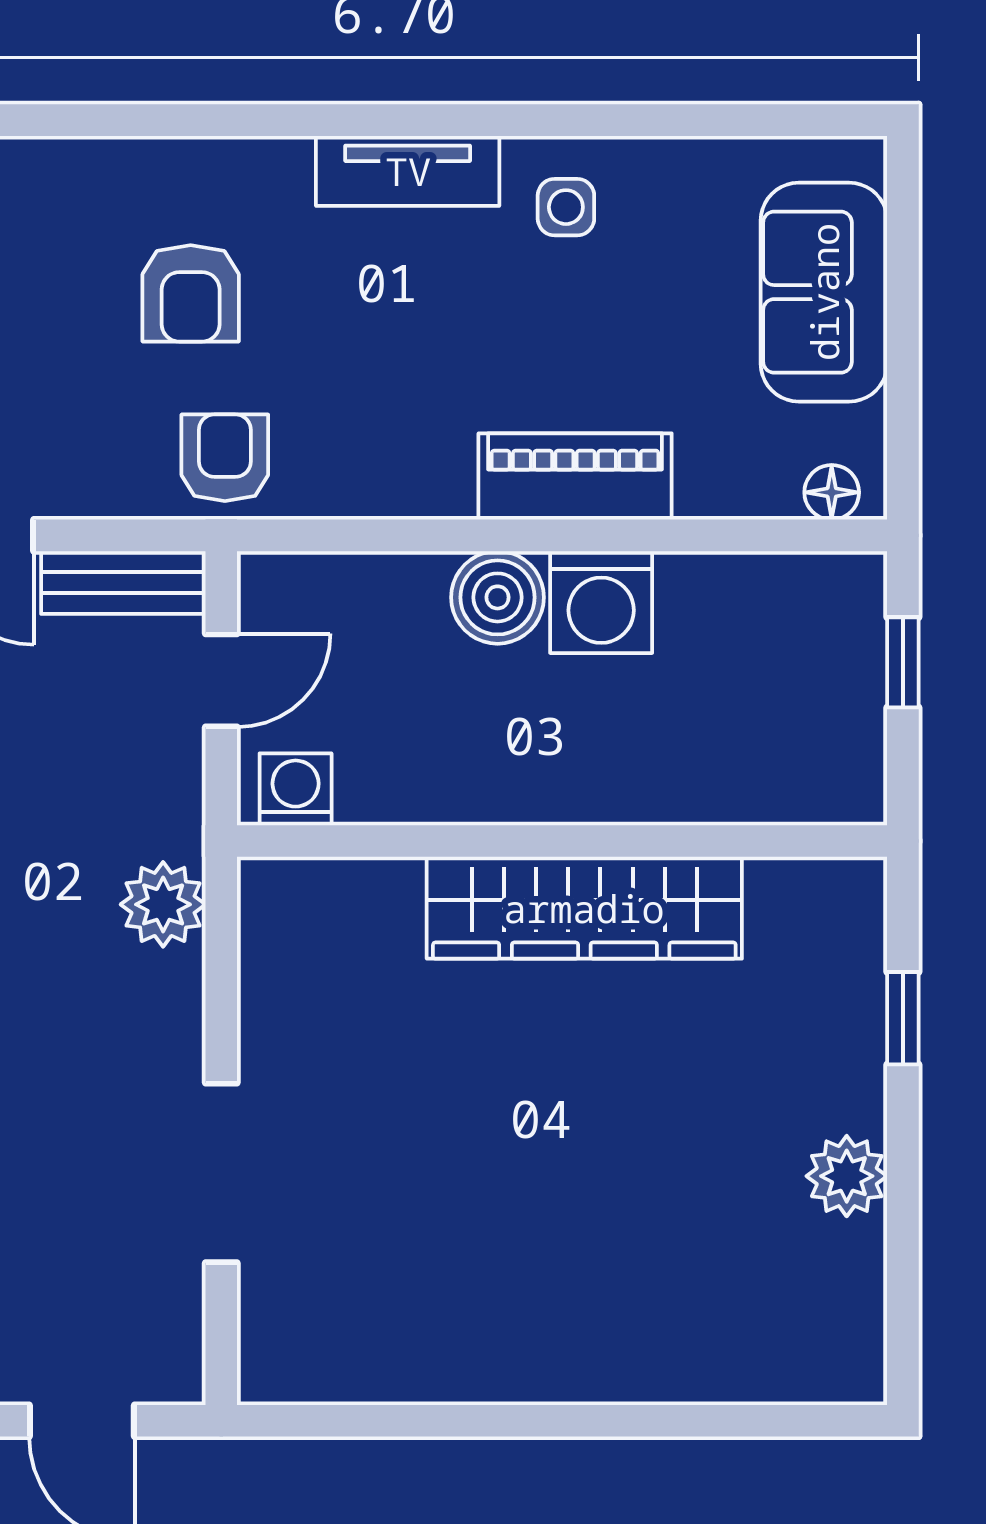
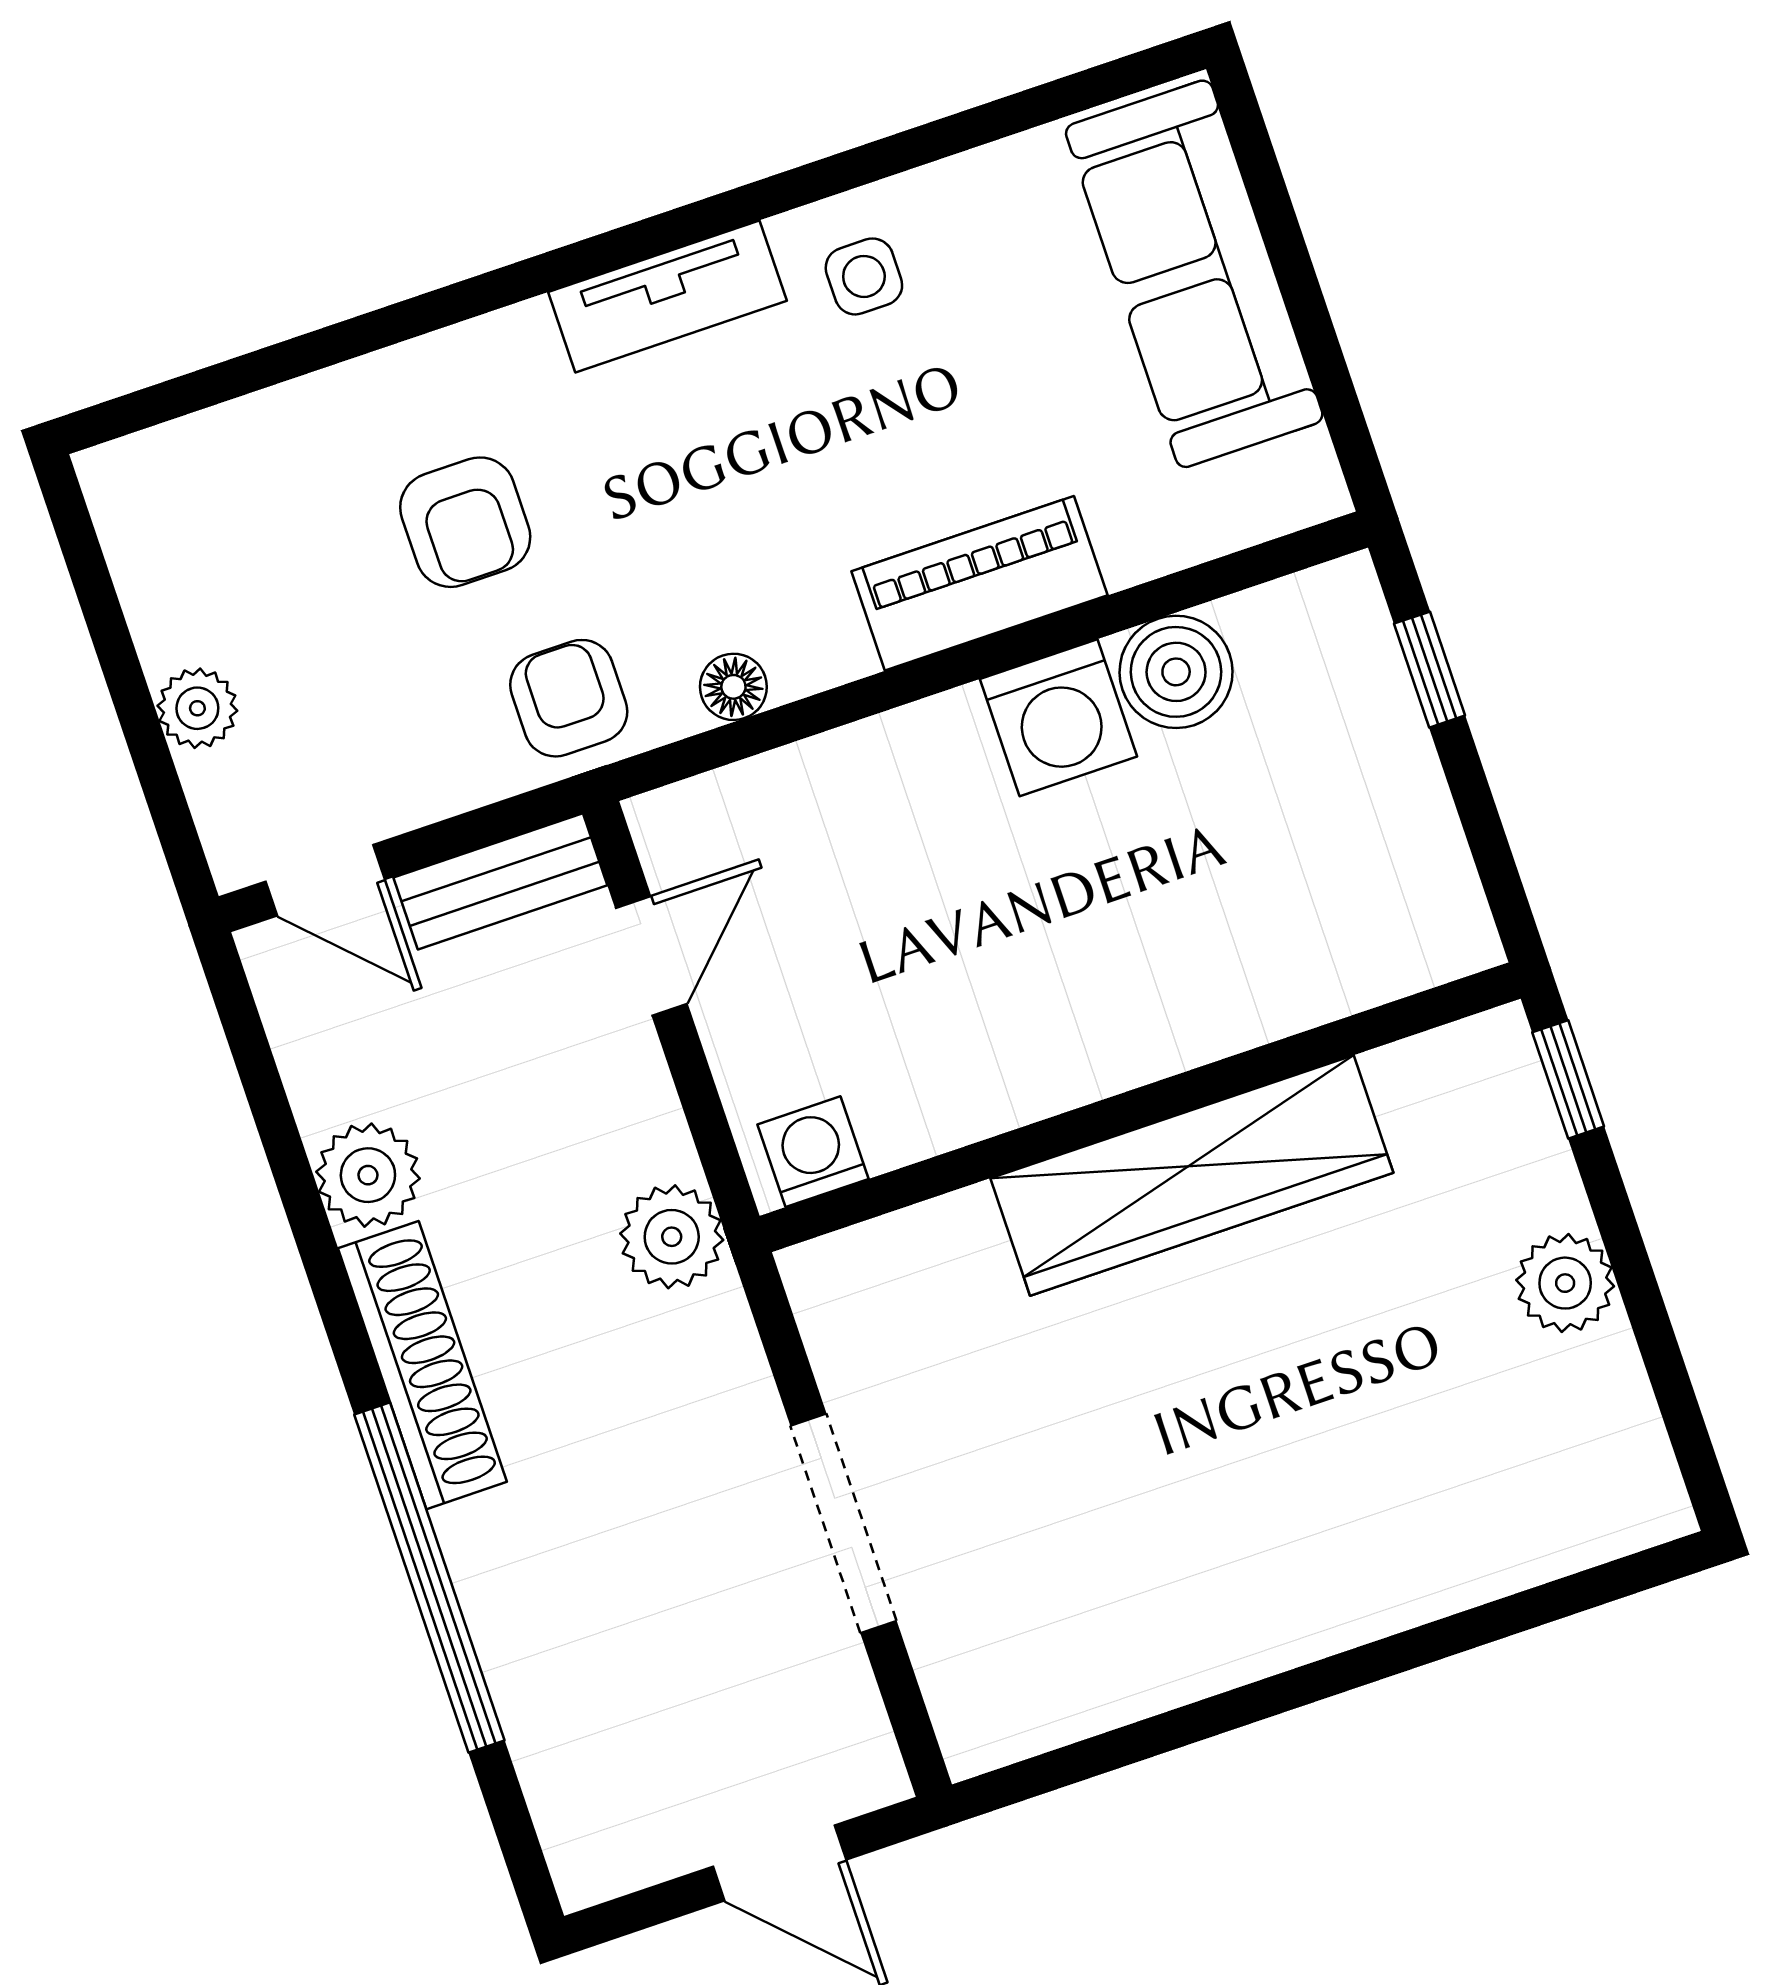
sofa: (824, 292) -> (1194, 274), width x1.36
floor lamp: (832, 492) -> (733, 687), moved
boiler: (498, 597) -> (1176, 672), moved
washing machine: (296, 789) -> (813, 1152), moved
wall: (562, 841) -> (1140, 1107), moved
wardrobe: (584, 908) -> (1192, 1175), moved

